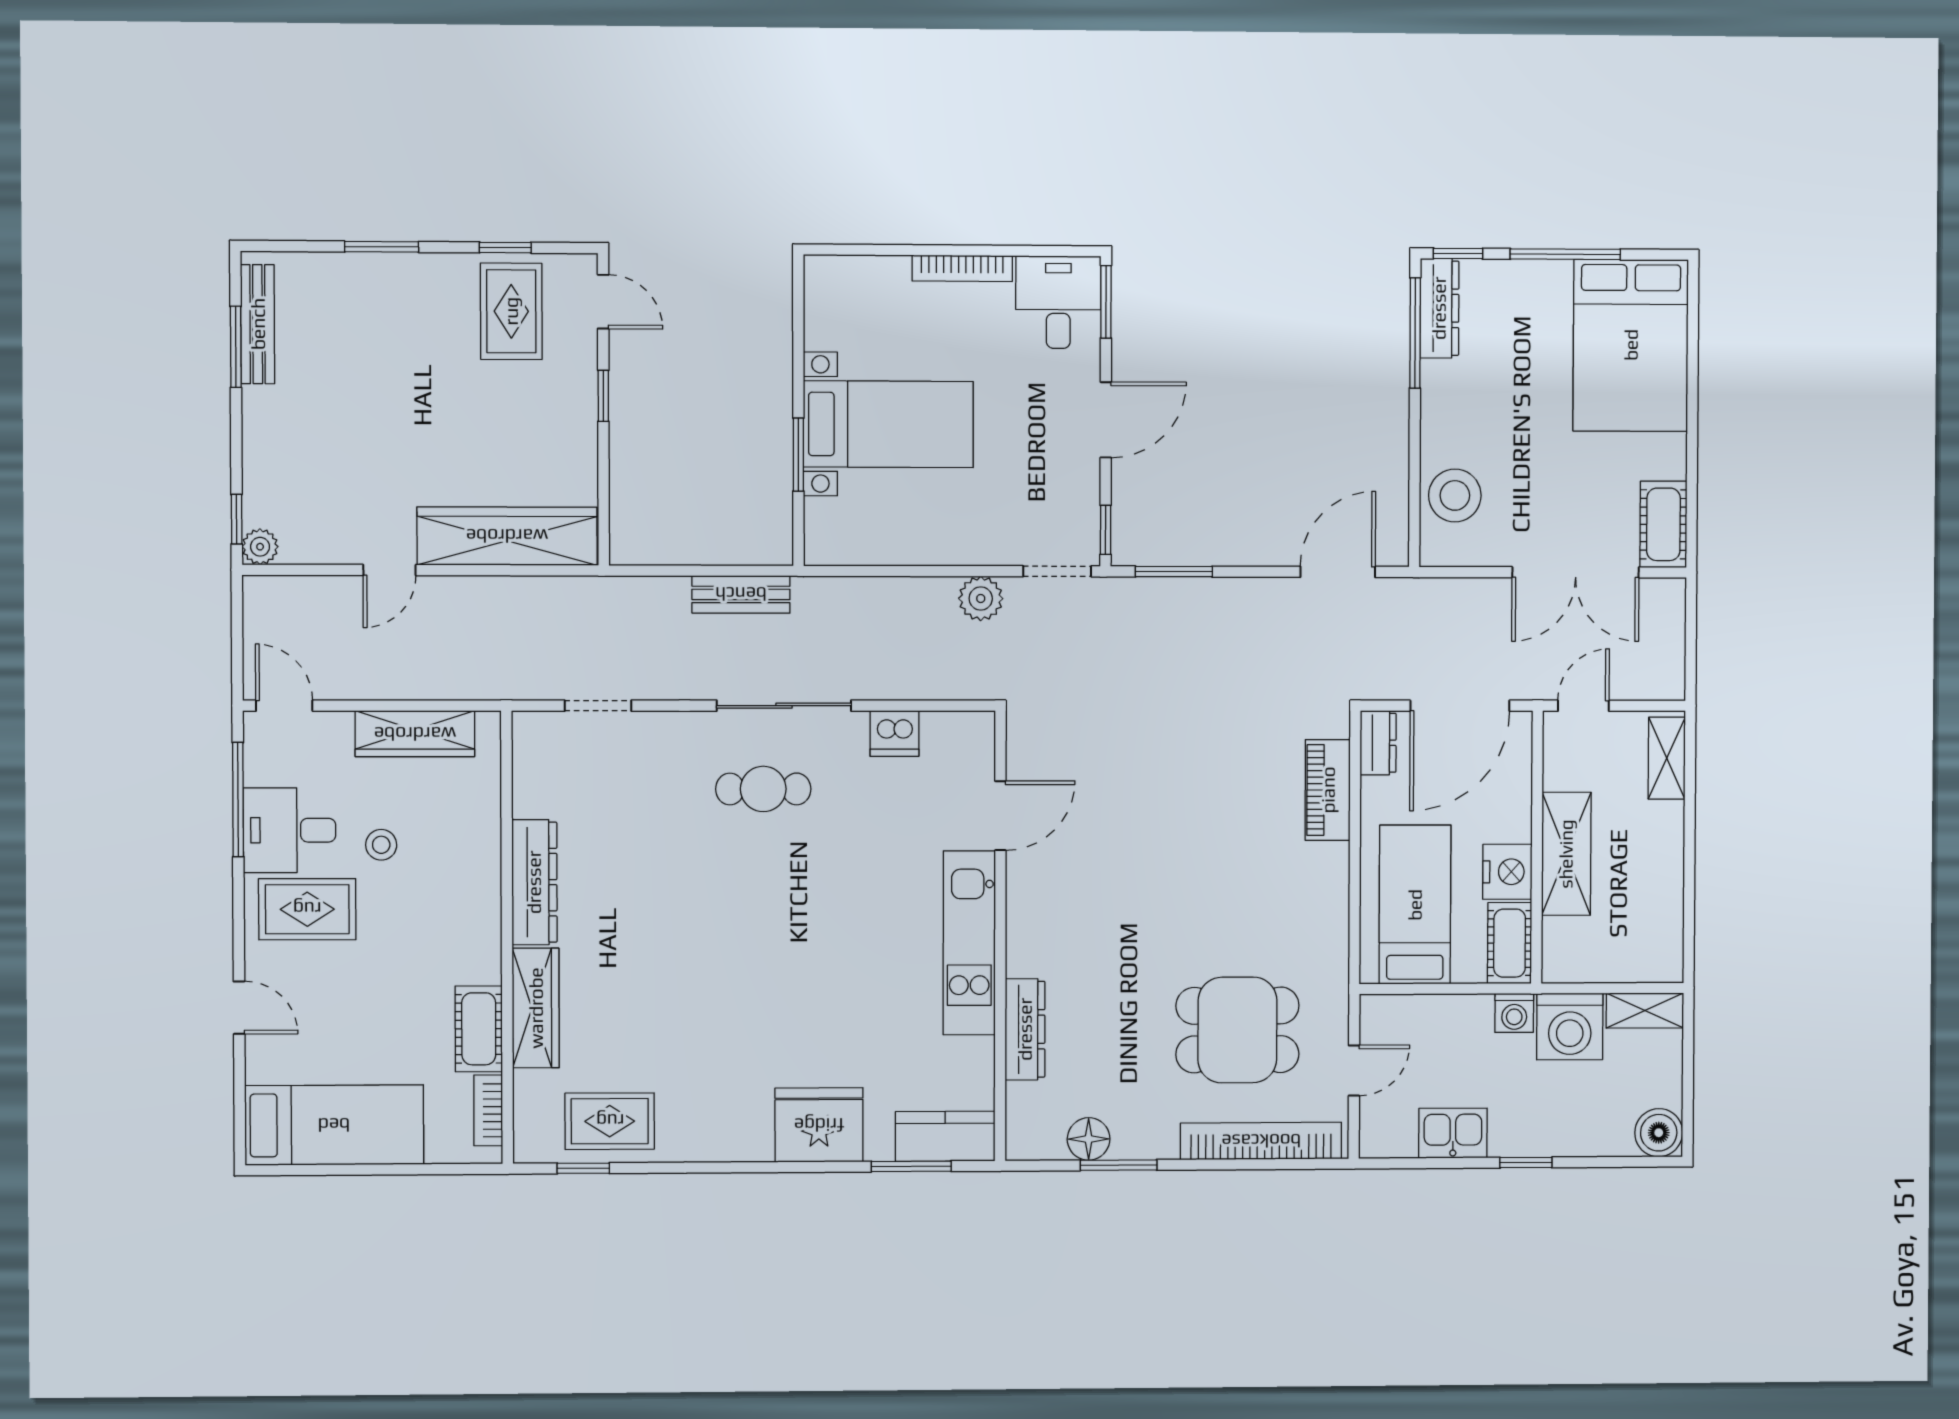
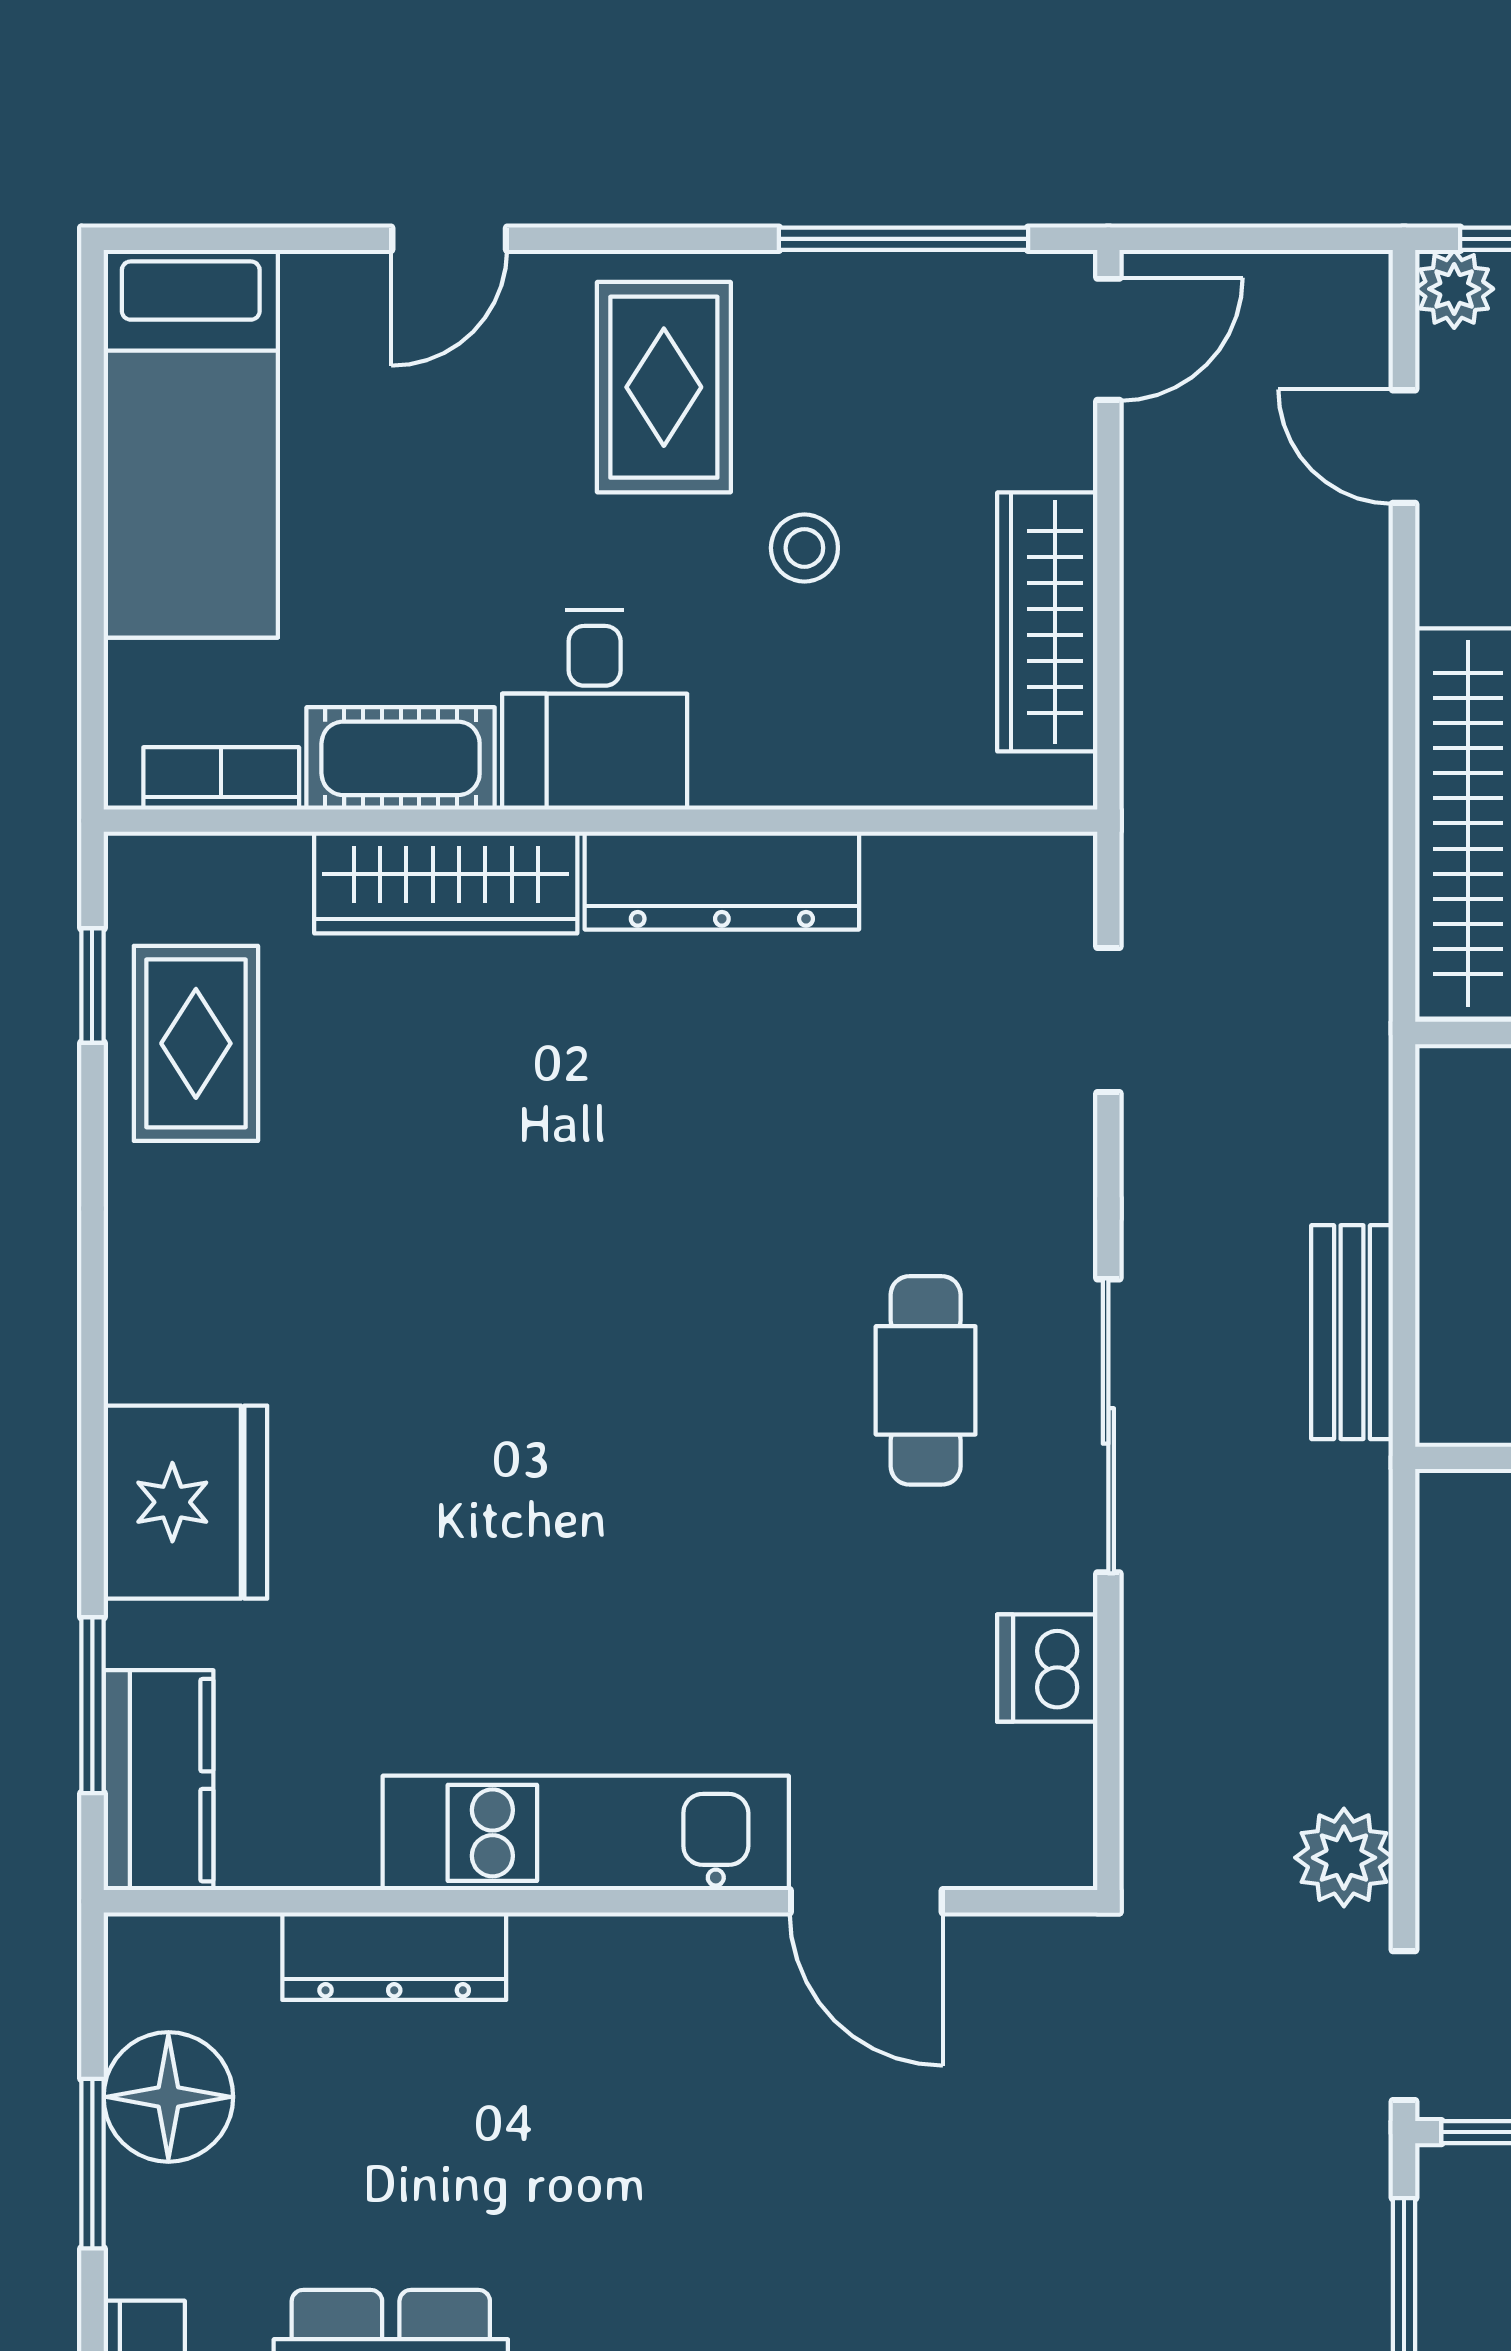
door: (389, 570) -> (1404, 447), moved
desk: (290, 830) -> (595, 710), moved, turned 180
floor lamp: (1089, 1139) -> (168, 2097), width x1.38, depth x1.38

